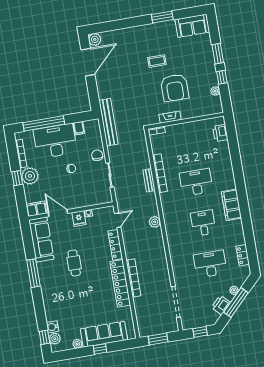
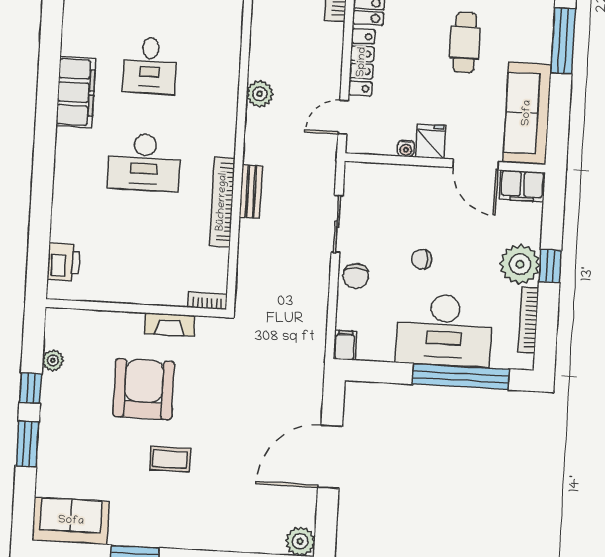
door: (88, 62) -> (330, 457), moved
bench: (108, 122) -> (313, 345), removed
filing cabinet: (79, 128) -> (345, 345), moved

